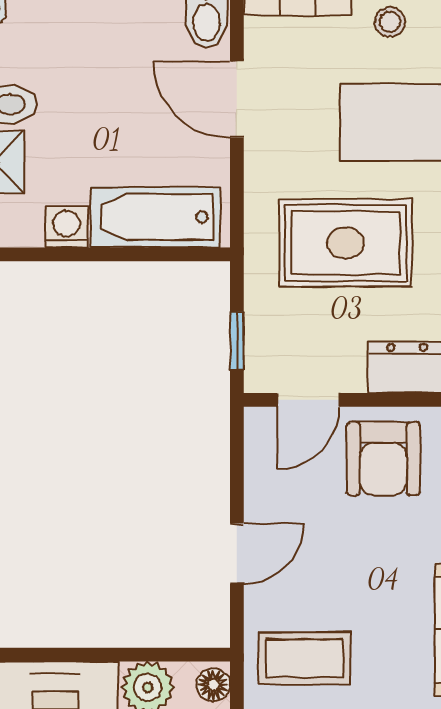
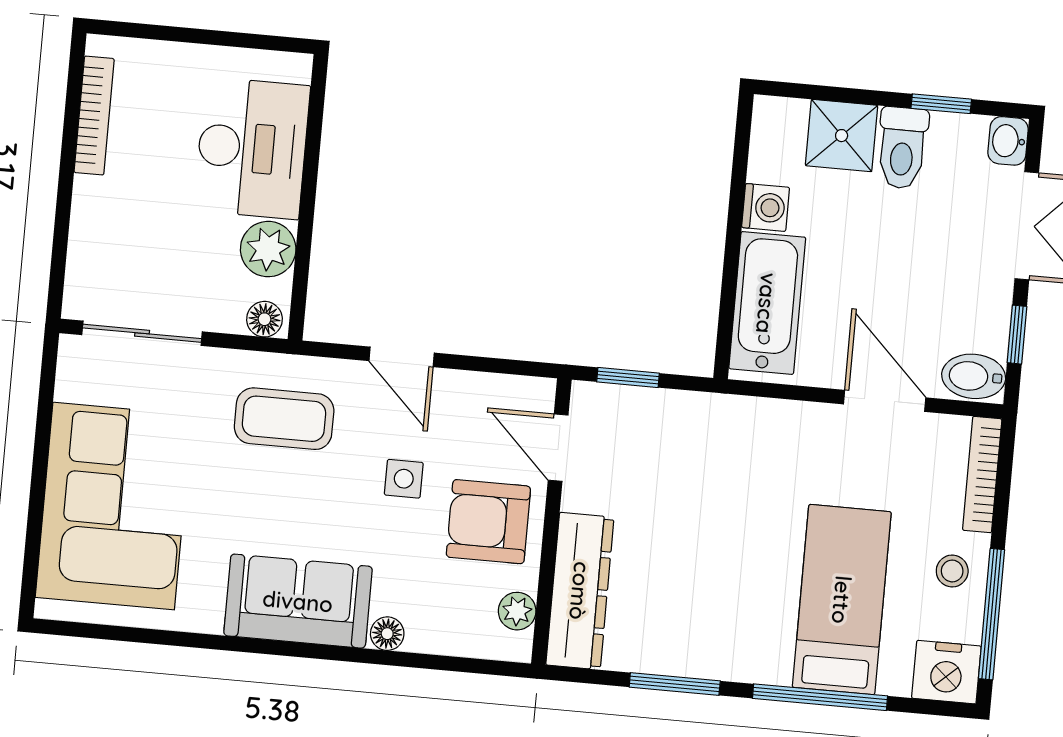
door: (237, 99) -> (885, 401), hinge flipped
rug: (346, 243) -> (721, 503), removed
side table: (350, 541) -> (404, 479), added
coffee table: (305, 658) -> (284, 419), turned 90

